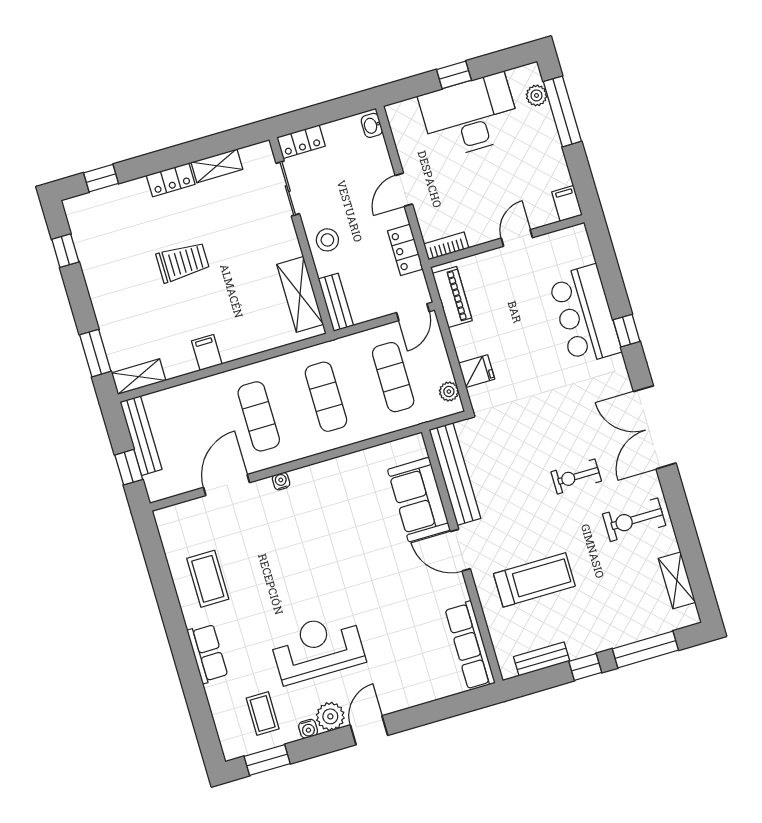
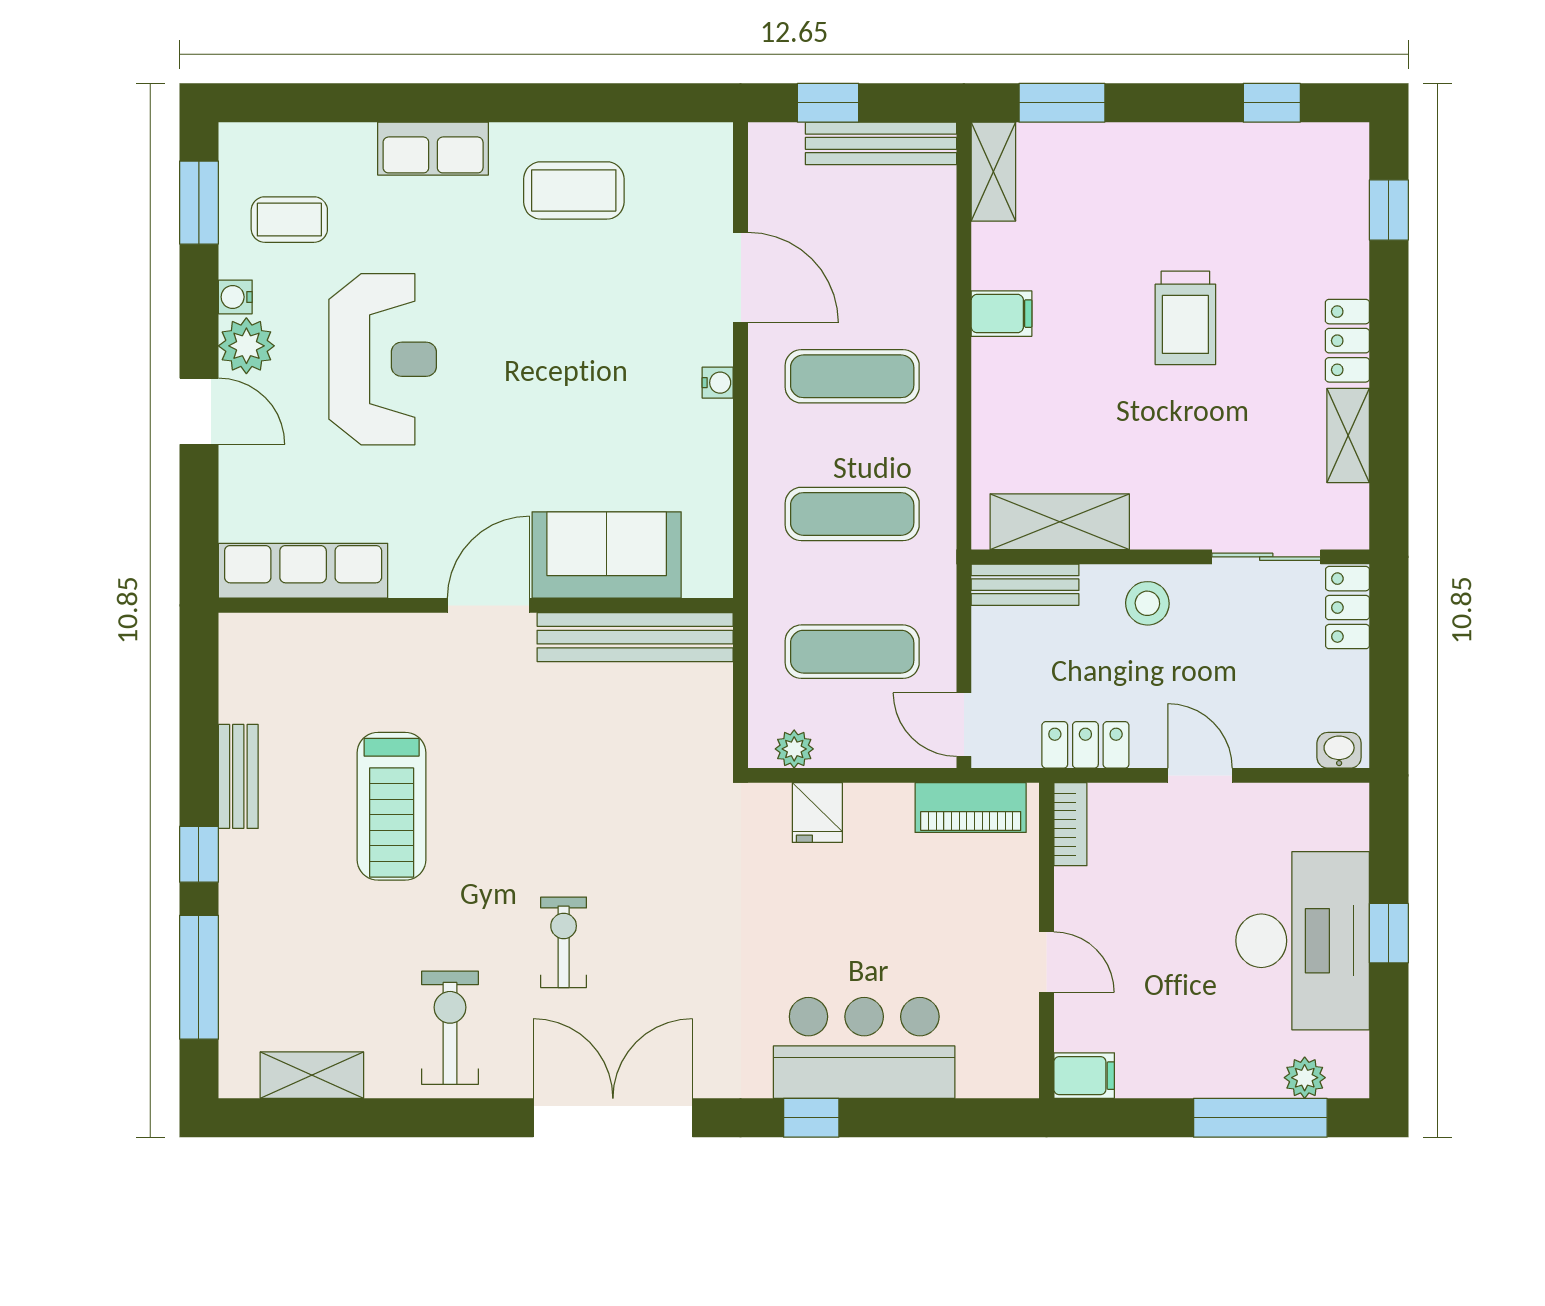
bench: (455, 474) -> (635, 637), moved
sofa: (419, 500) -> (607, 555), moved
door: (460, 550) -> (489, 605), moved
wall: (462, 556) -> (476, 605), moved
row of seats: (470, 646) -> (303, 571), moved

